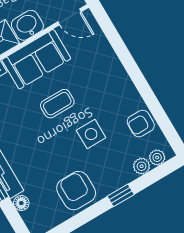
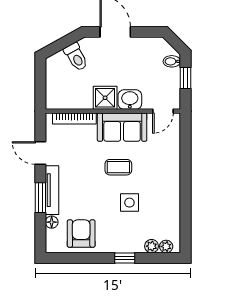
door: (69, 17) -> (163, 111), hinge flipped
armchair: (141, 124) -> (169, 216), removed
armchair: (76, 191) -> (81, 233), moved

